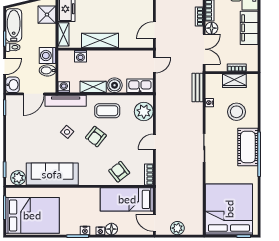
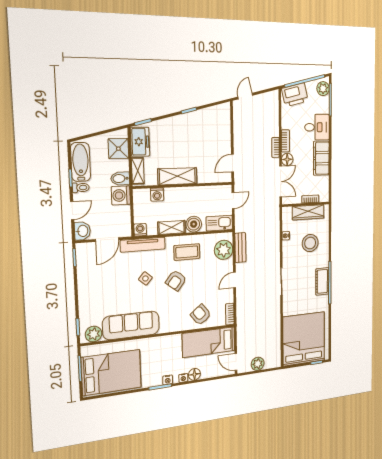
bidet: (48, 70) -> (120, 178), moved
wardrobe: (234, 81) -> (308, 212), width x1.50
bench: (197, 88) -> (240, 248), moved
cot: (248, 147) -> (322, 281), width x0.73, depth x0.75

